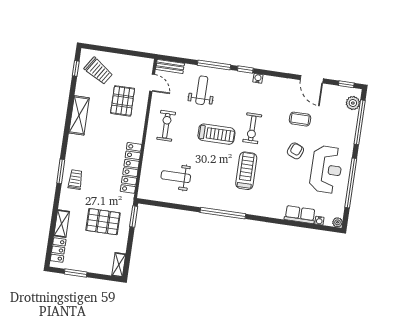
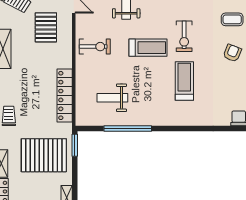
exercise bike: (166, 126) -> (95, 47), turned 90
window: (223, 213) -> (128, 128), moved
pallet: (103, 222) -> (44, 155), width x1.37, depth x1.41

